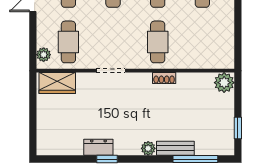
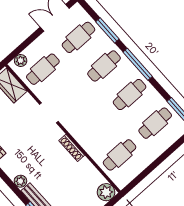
cafe table: (158, 42) -> (120, 155), moved
shoe rack: (164, 78) -> (72, 148), width x1.43

